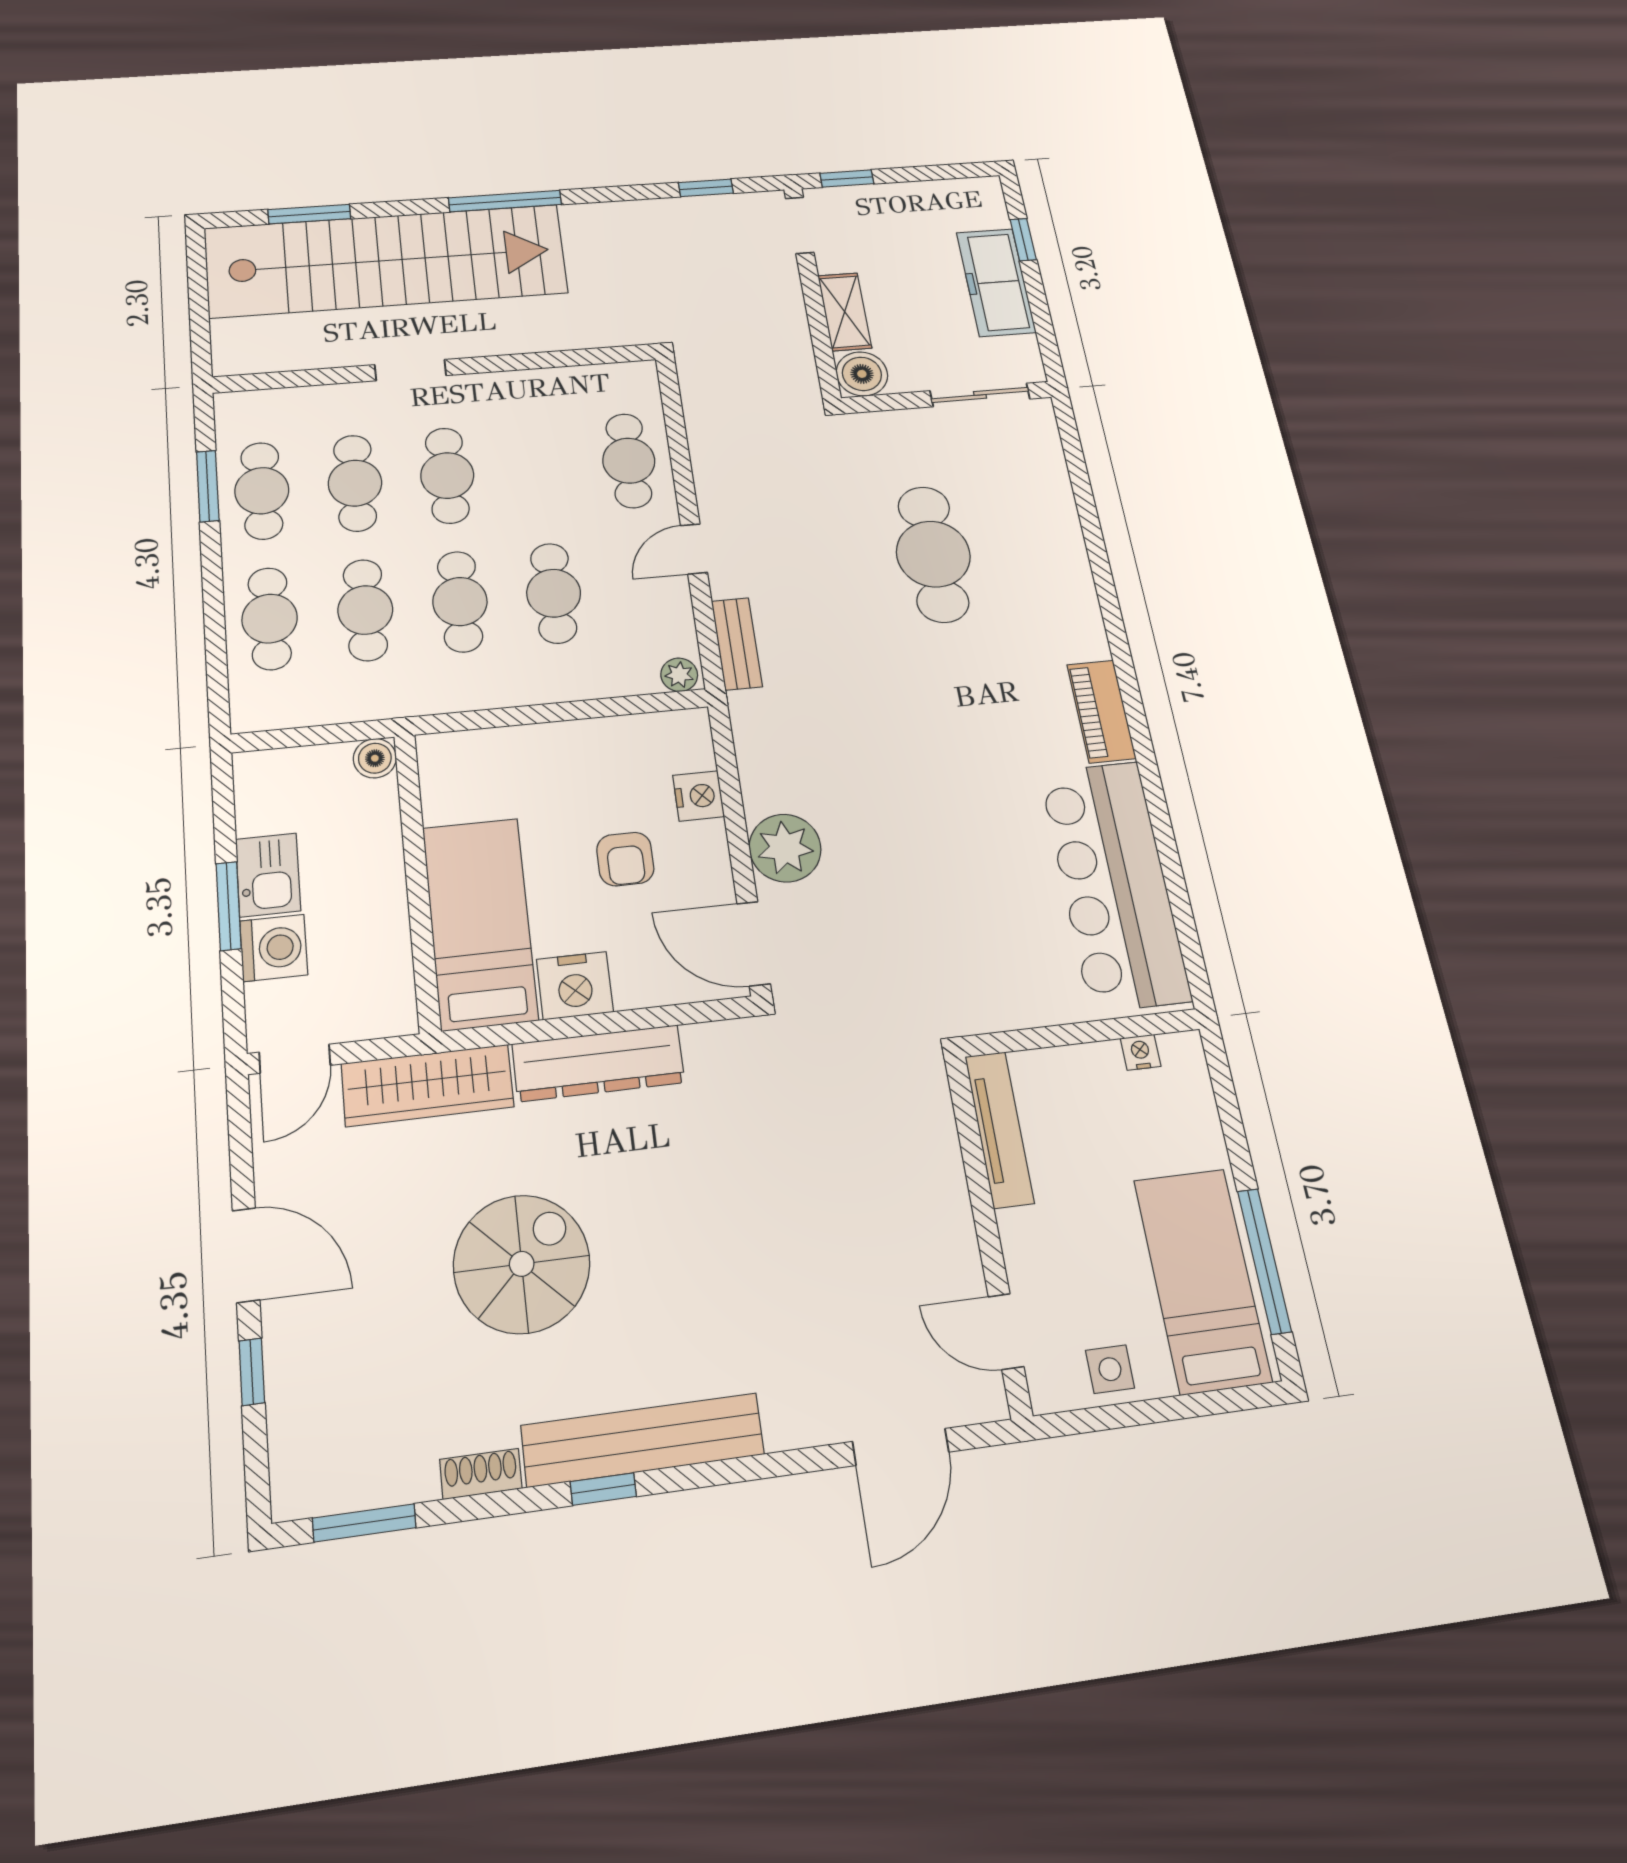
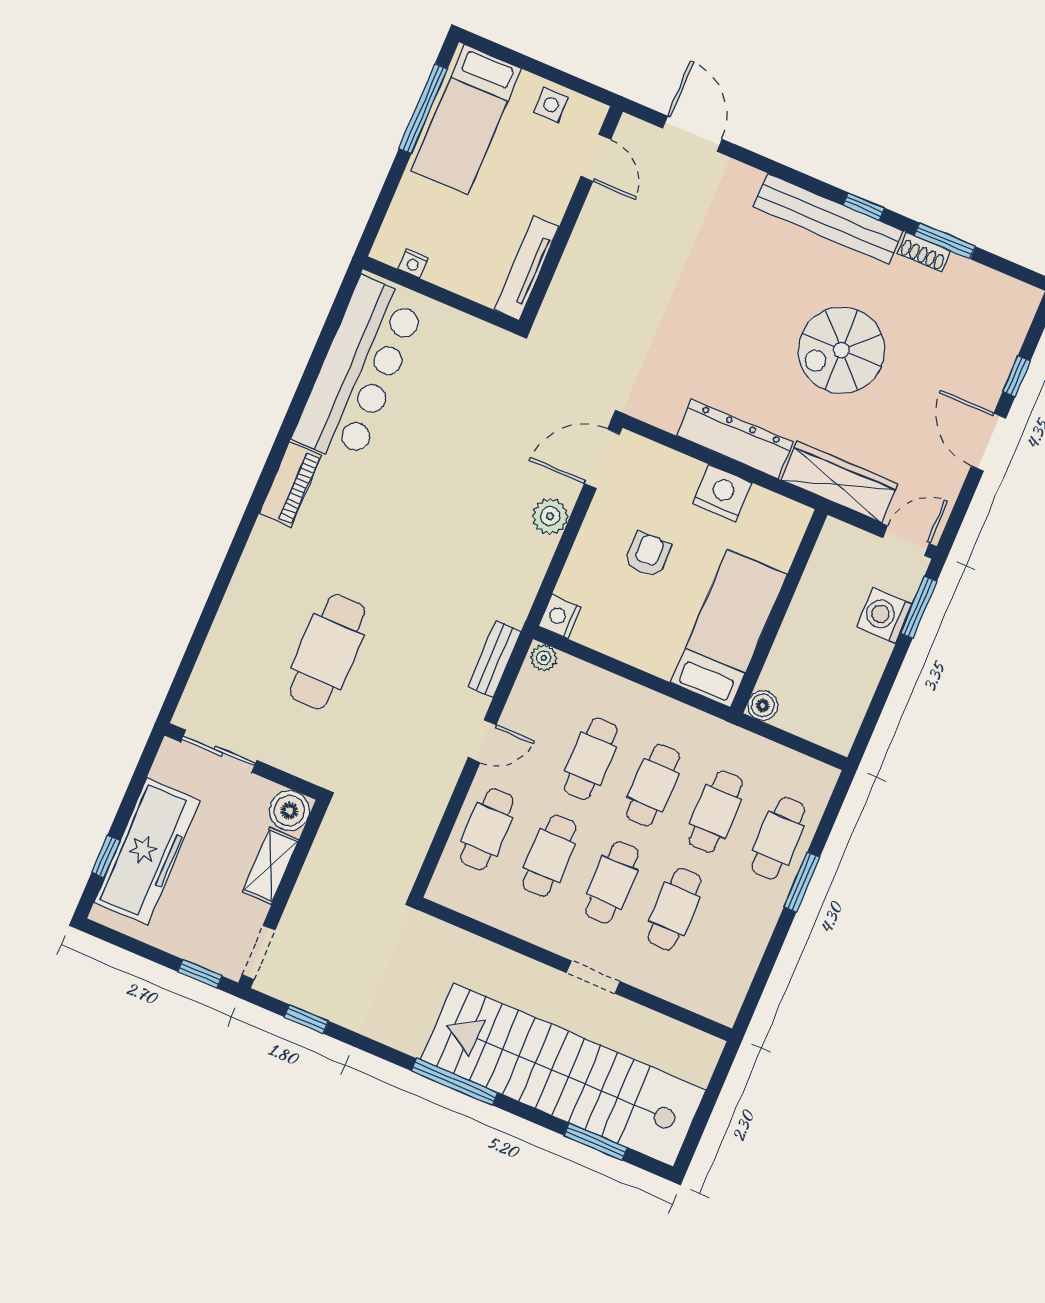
freezer: (996, 282) -> (147, 851), width x1.36, depth x1.26
window: (208, 486) -> (802, 882), moved
cafe table: (262, 491) -> (549, 856), moved
nightstand: (699, 796) -> (560, 617), moved
plant: (785, 848) -> (550, 516), width x0.73, depth x0.73
kitchen sink: (268, 875) -> (865, 664), removed
window: (229, 906) -> (918, 607), moved
bed: (480, 923) -> (729, 628), moved, turned 180
door: (754, 944) -> (602, 459), swing flipped
door: (901, 1447) -> (692, 134), hinge flipped
window: (364, 1523) -> (945, 241), moved

